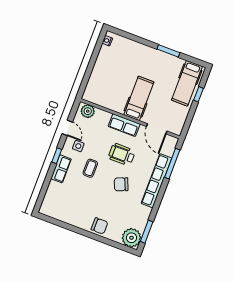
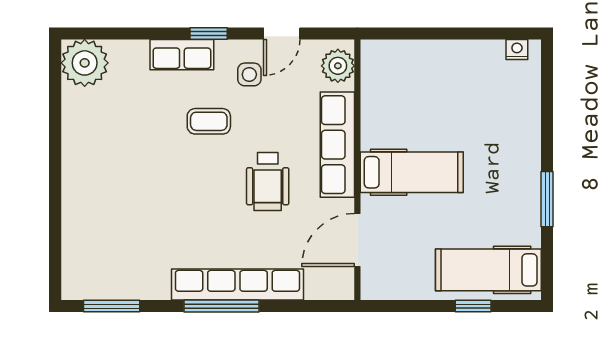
row of seats: (124, 125) -> (337, 145), width x1.48
wheelchair: (122, 154) -> (268, 182), turned 180
window: (172, 164) -> (222, 306), moved
chair: (121, 184) -> (199, 206), removed
chair: (100, 226) -> (84, 193), removed
plant: (131, 238) -> (85, 63), moved

